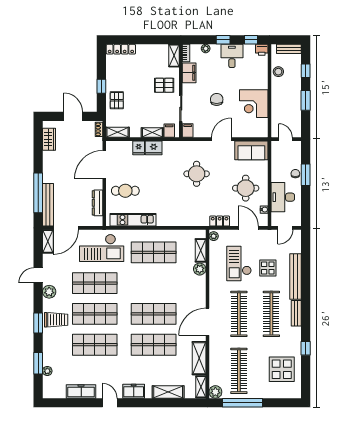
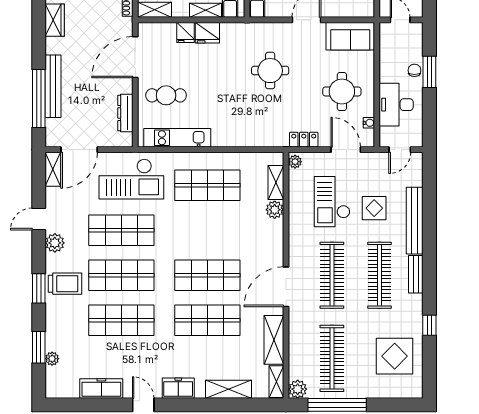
bench: (48, 205) -> (53, 86), moved

